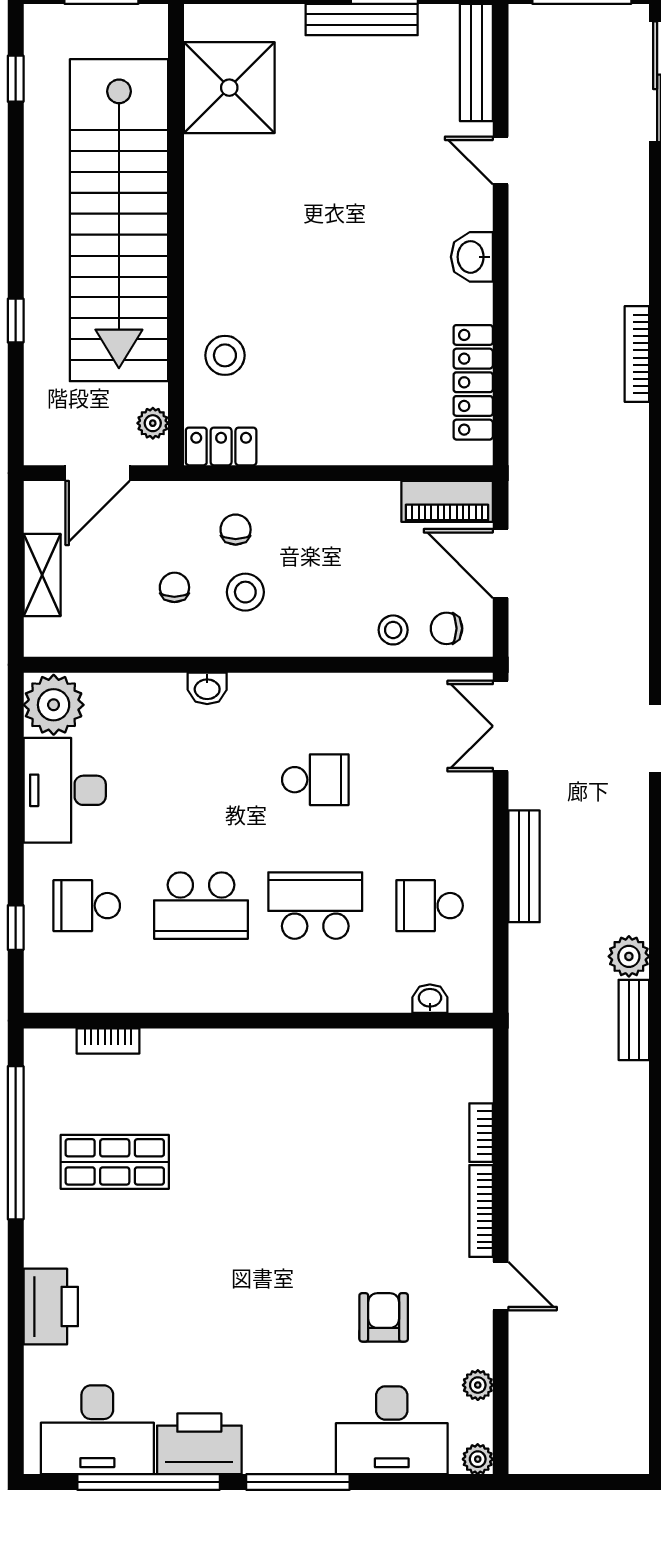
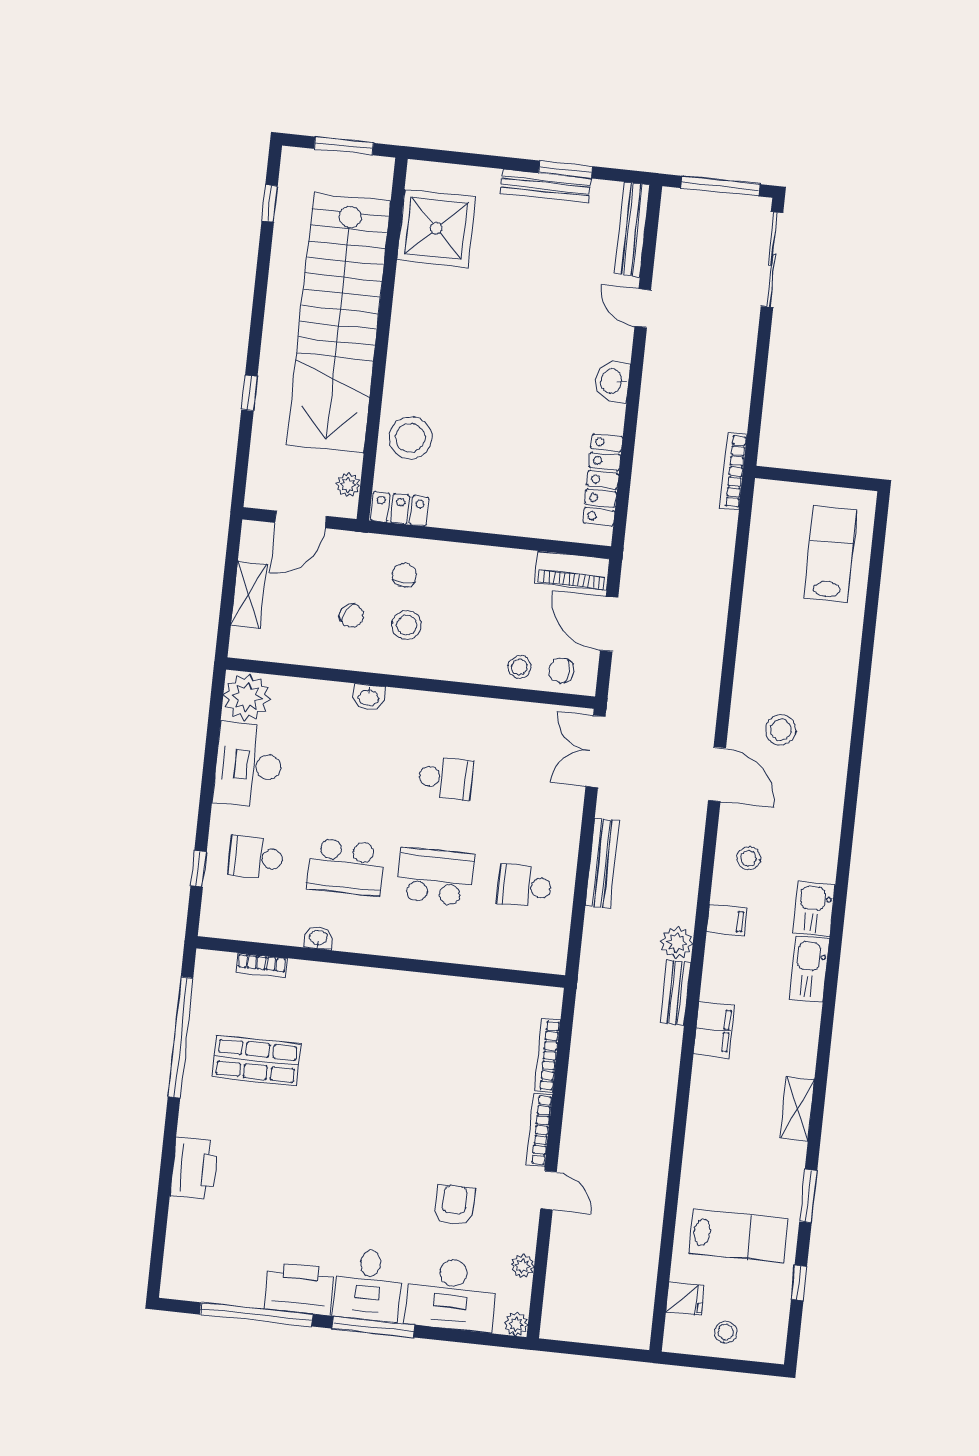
stool: (225, 355) -> (410, 438), width x1.38, depth x1.38
chair: (174, 587) -> (351, 615), turned 122
washbasin: (430, 999) -> (318, 938), moved
bookcase: (481, 1133) -> (547, 1055), width x1.56
desk: (97, 1430) -> (368, 1285), moved, width x0.73

